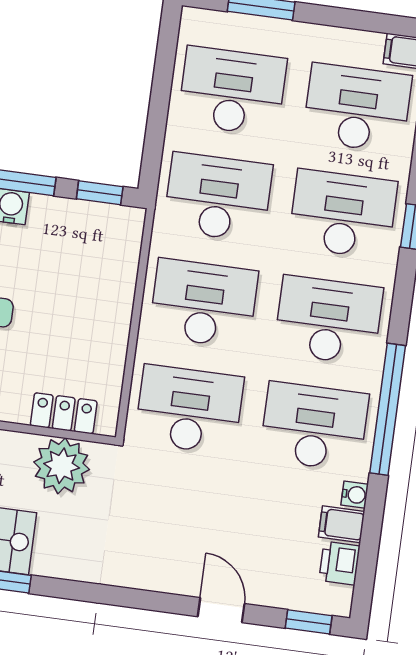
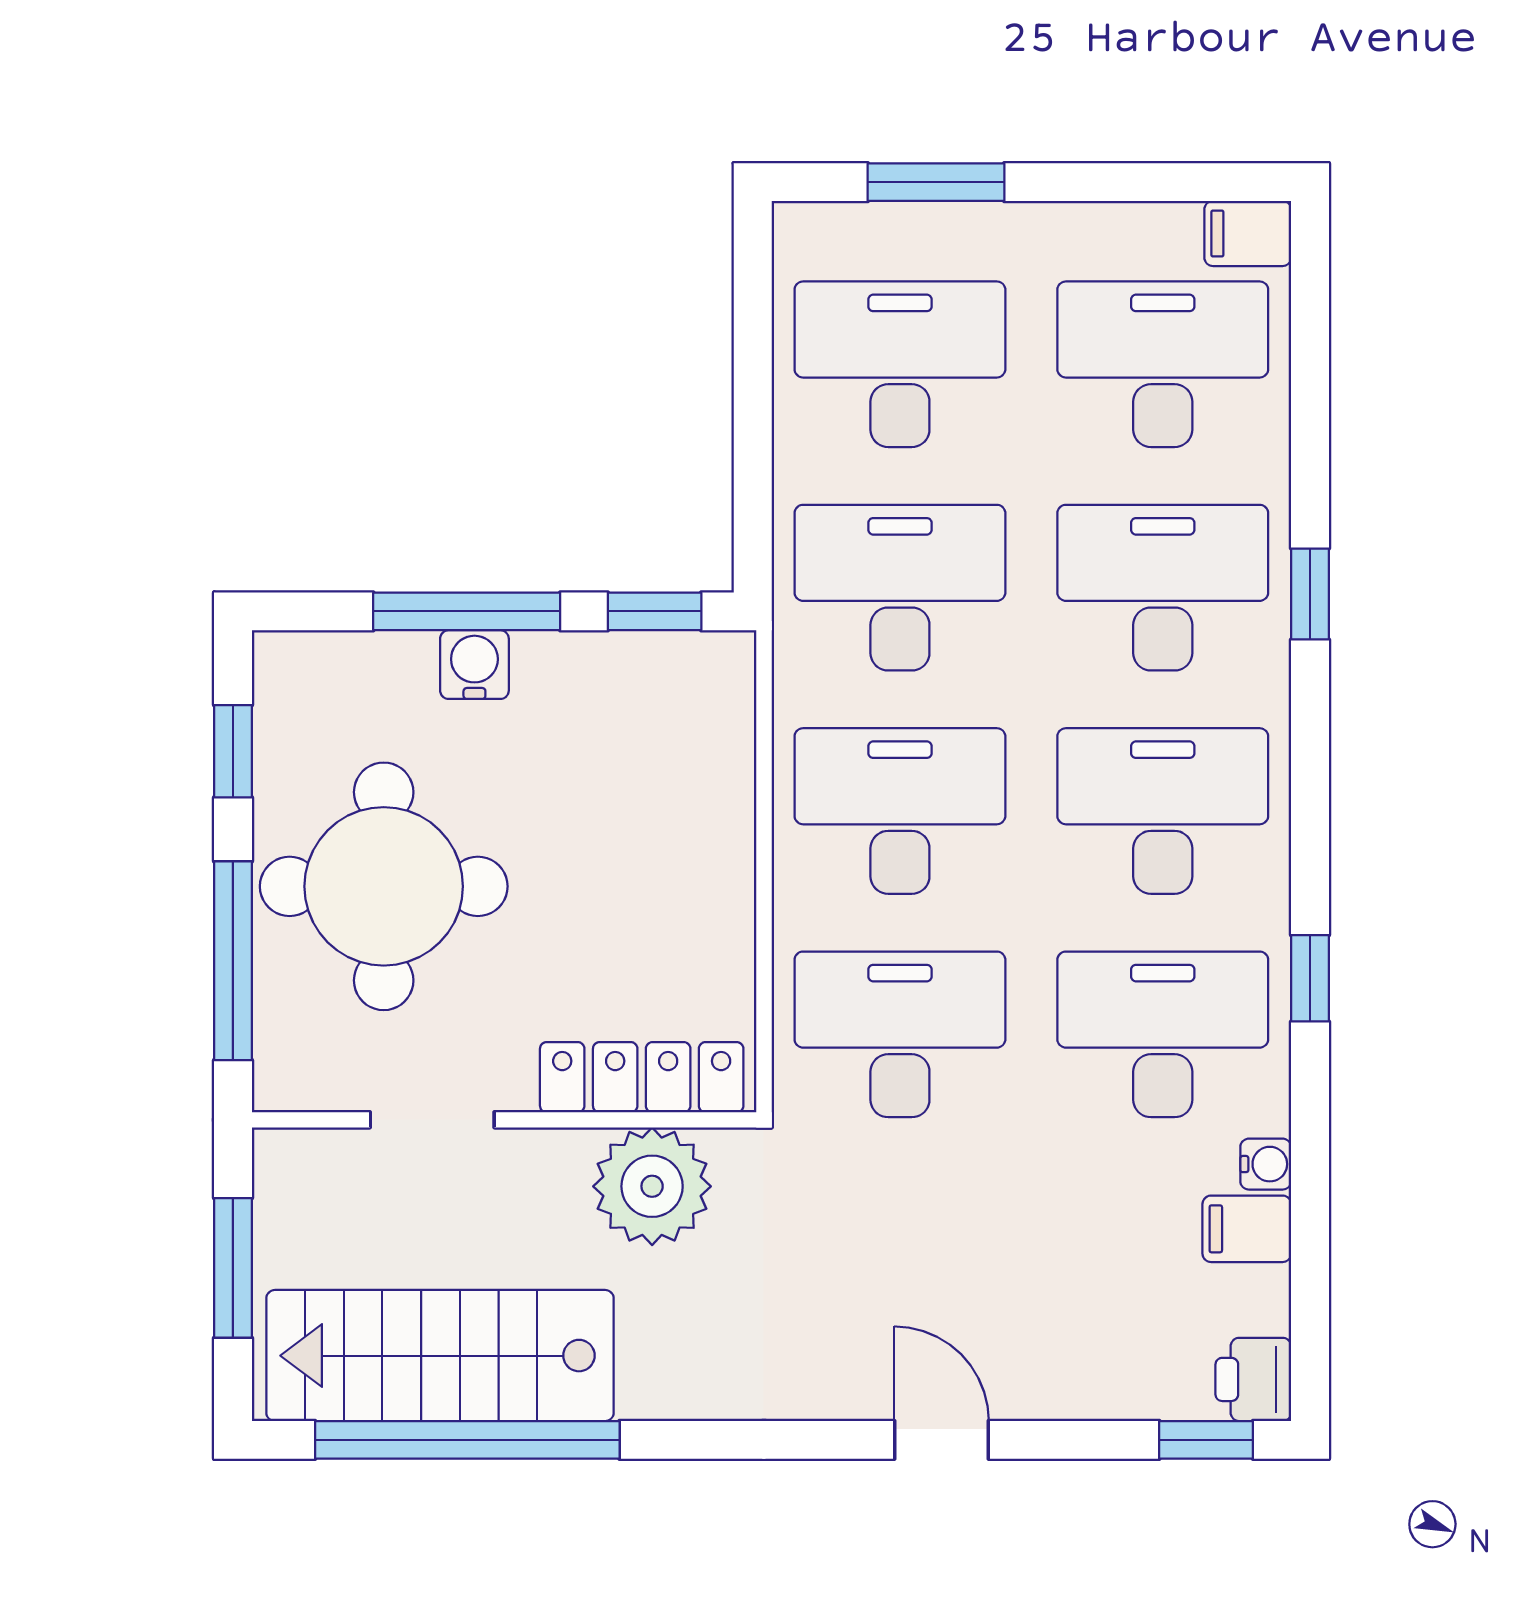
window: (388, 409) -> (1310, 978), width x0.32
locker: (64, 413) -> (642, 1077), width x1.53
printer: (339, 563) -> (1253, 1379), moved
door: (221, 610) -> (941, 1440), moved

